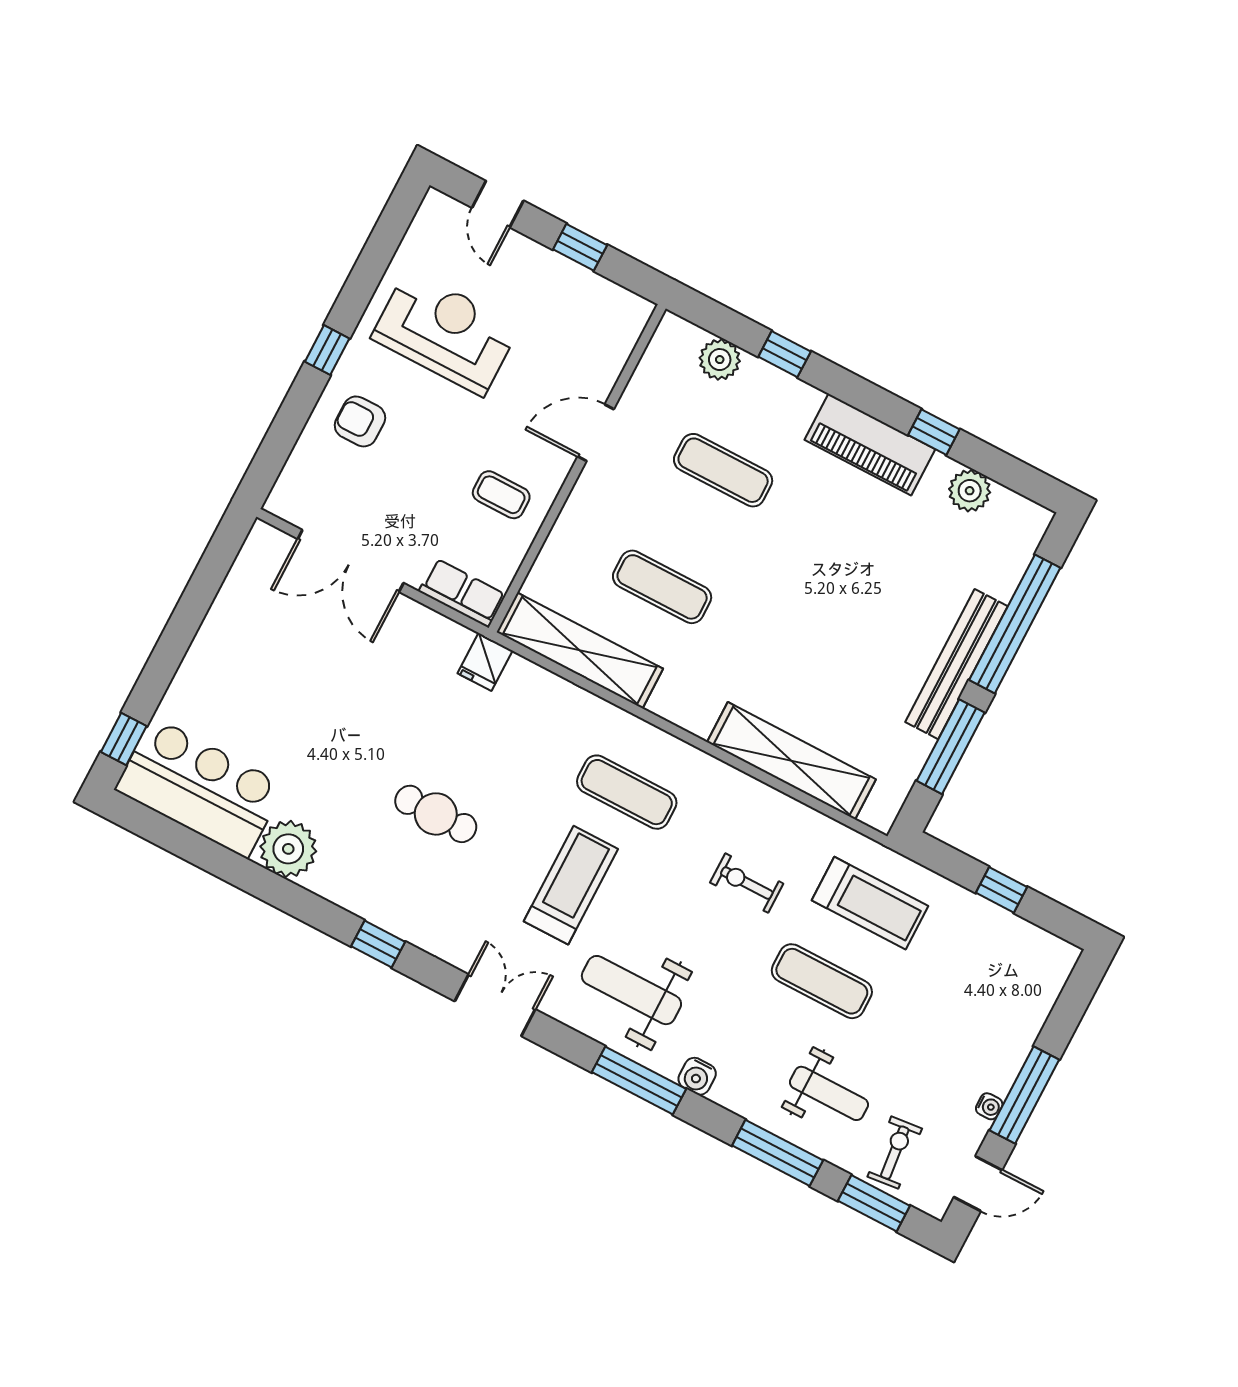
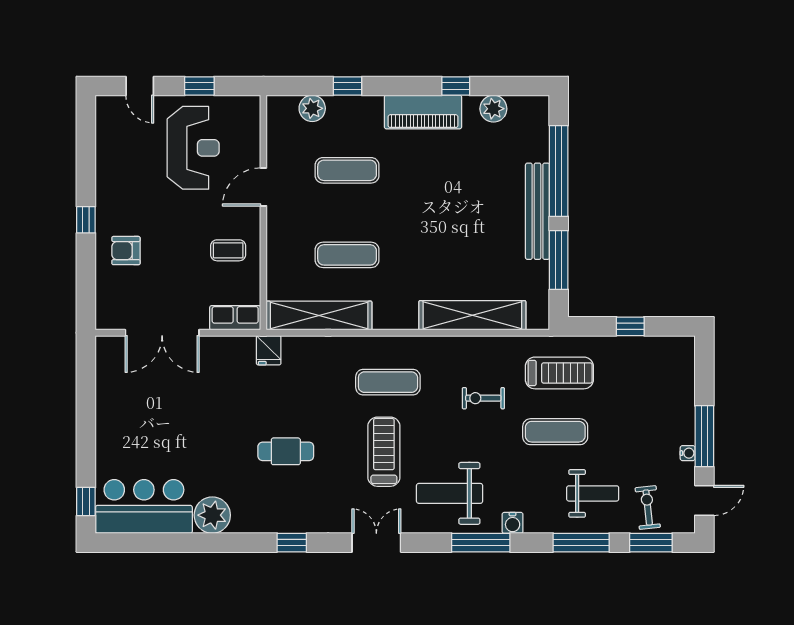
reception desk: (445, 332) -> (193, 148), moved, turned 90

